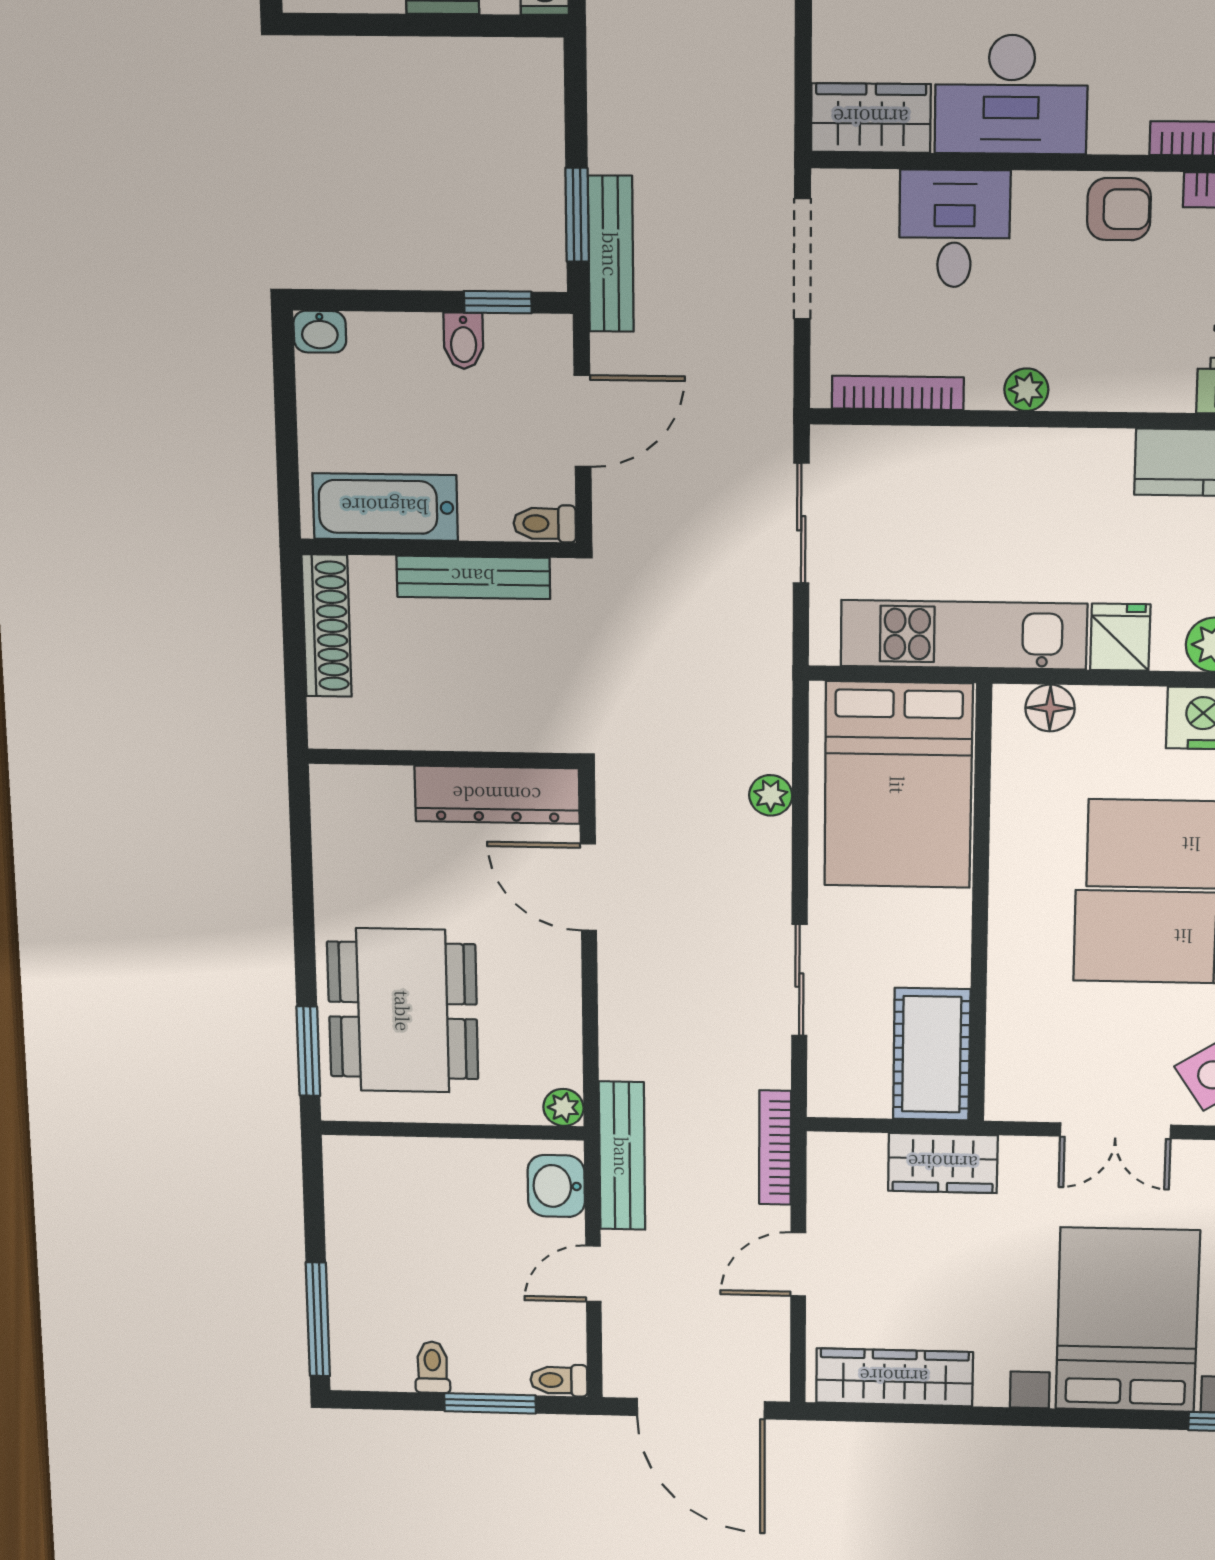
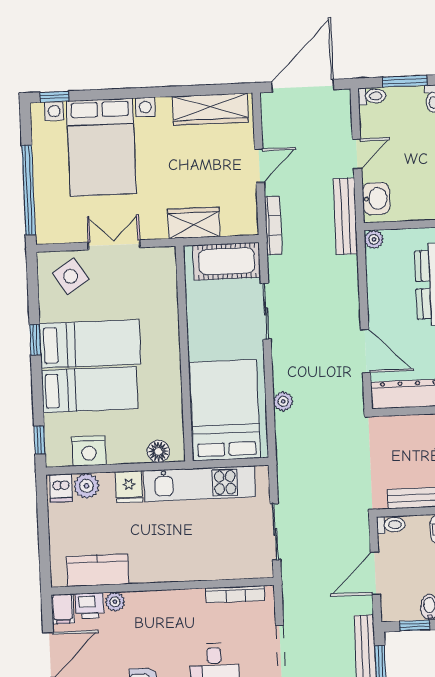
plant: (1026, 390) -> (115, 602), moved
cot: (932, 1054) -> (227, 261), moved, turned 90
door: (701, 1409) -> (303, 86), hinge flipped

